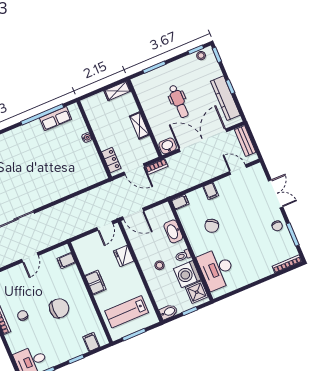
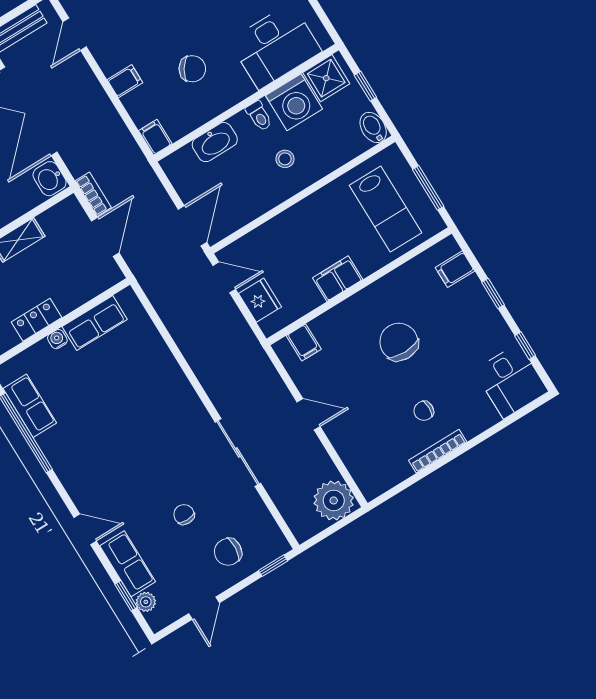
row of seats: (92, 157) -> (95, 323), added
locker: (111, 160) -> (36, 320), moved
fridge: (124, 256) -> (260, 300), moved, turned -90

